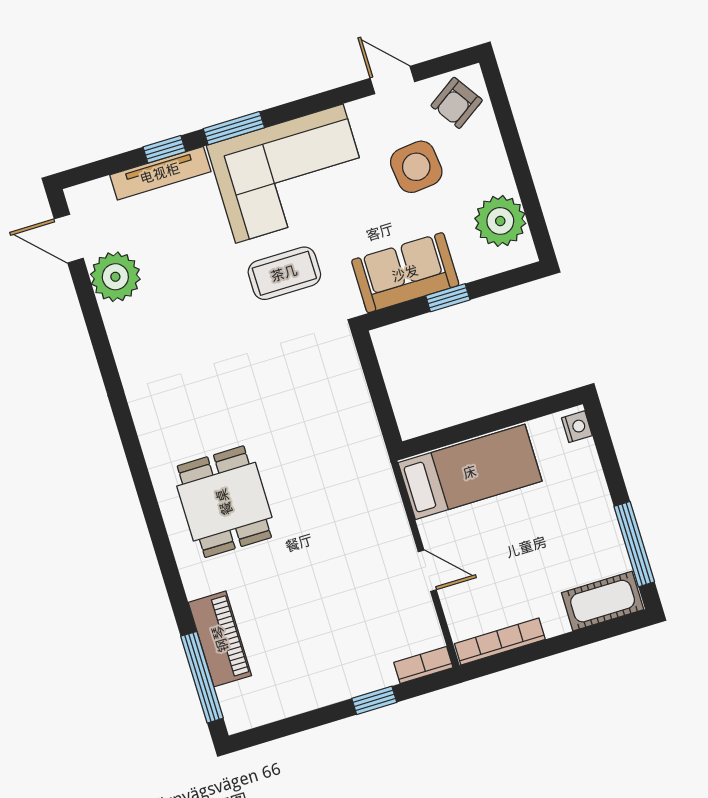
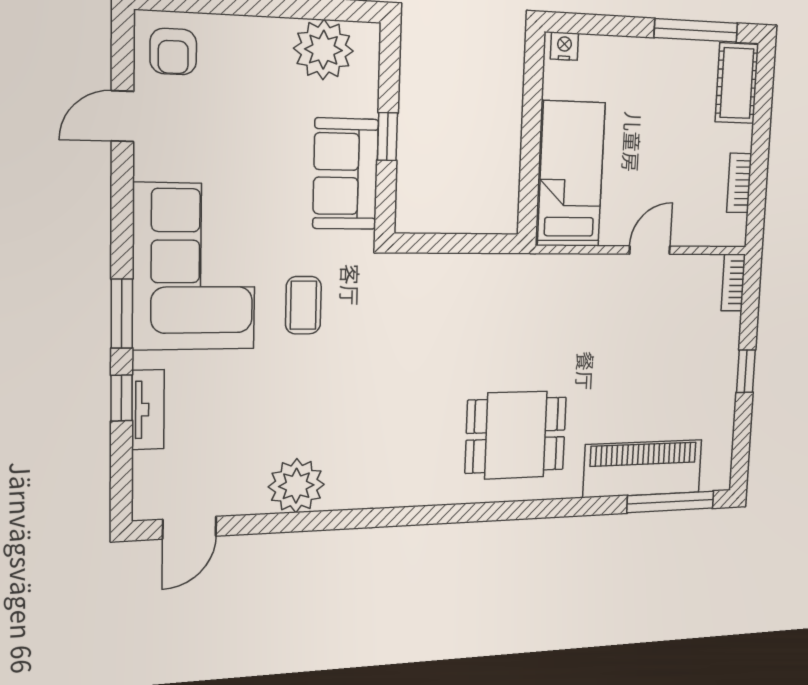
armchair: (457, 103) -> (173, 52), turned 34
side table: (416, 167) -> (232, 123), removed
tv unit: (160, 173) -> (148, 410), width x0.71
coffee table: (284, 273) -> (303, 305), width x0.73, depth x0.77
plant: (115, 277) -> (296, 486), moved
piano: (220, 639) -> (643, 469), width x1.37, depth x1.33
bookcase: (500, 641) -> (739, 183), width x0.64
window: (374, 700) -> (746, 371), moved

